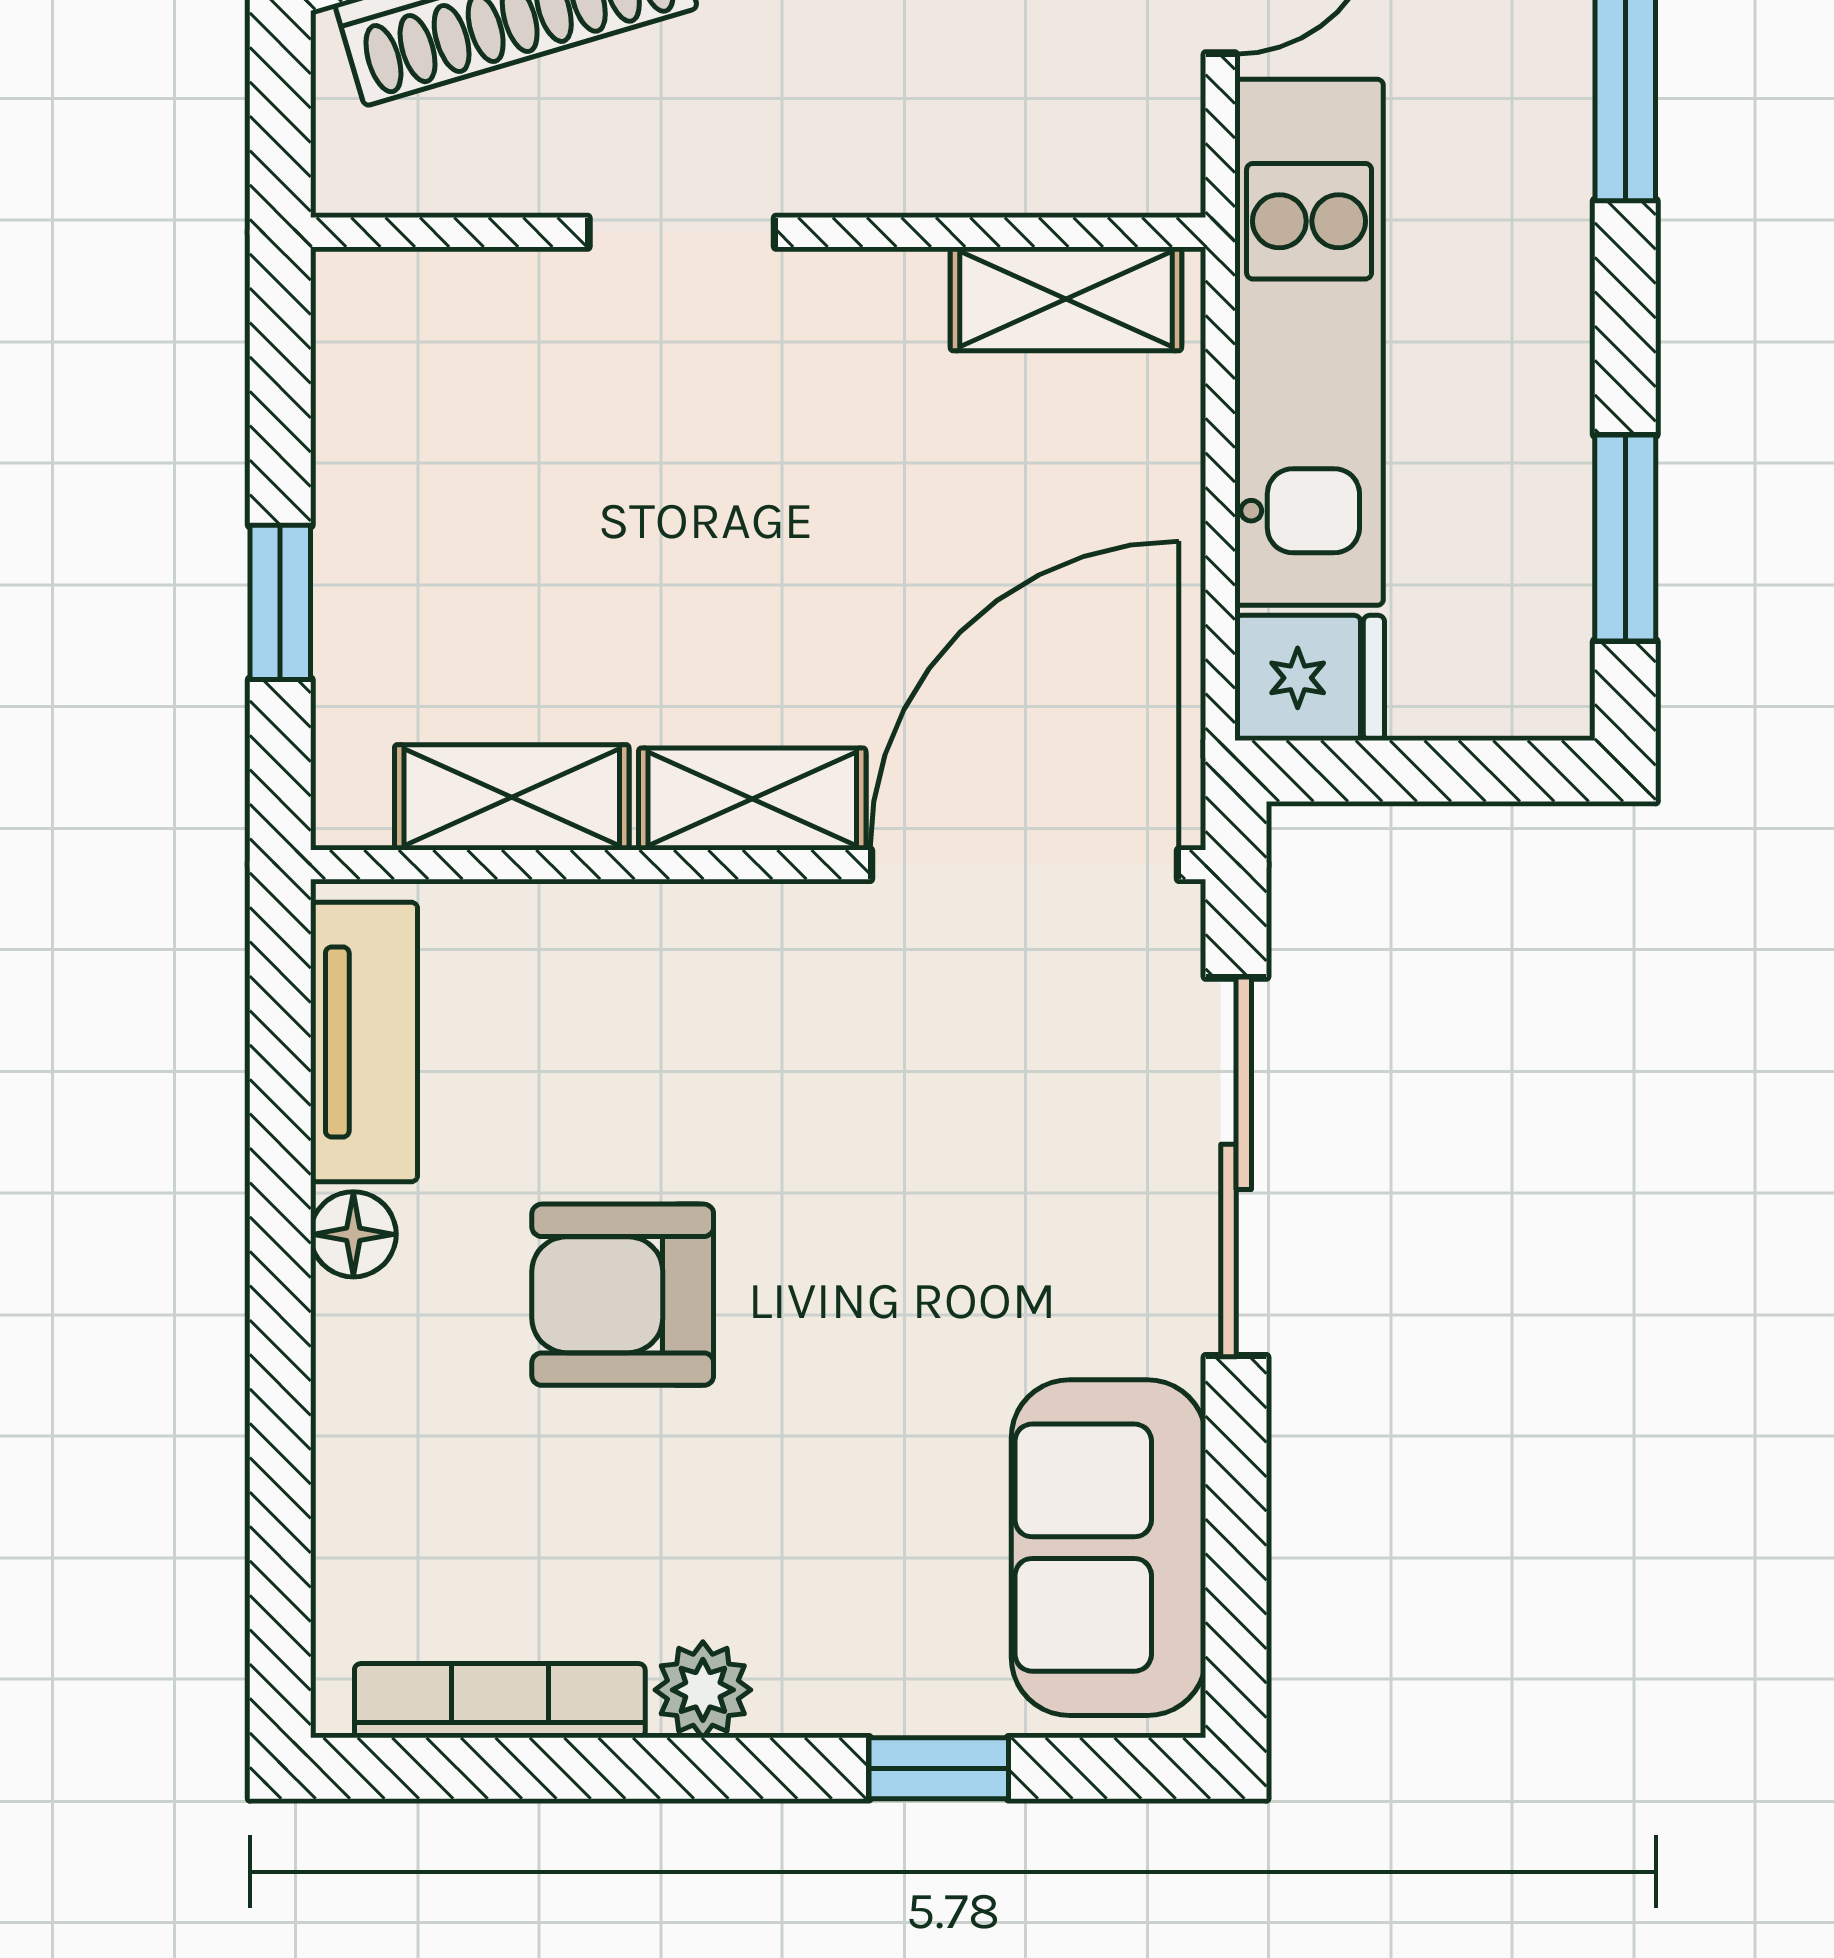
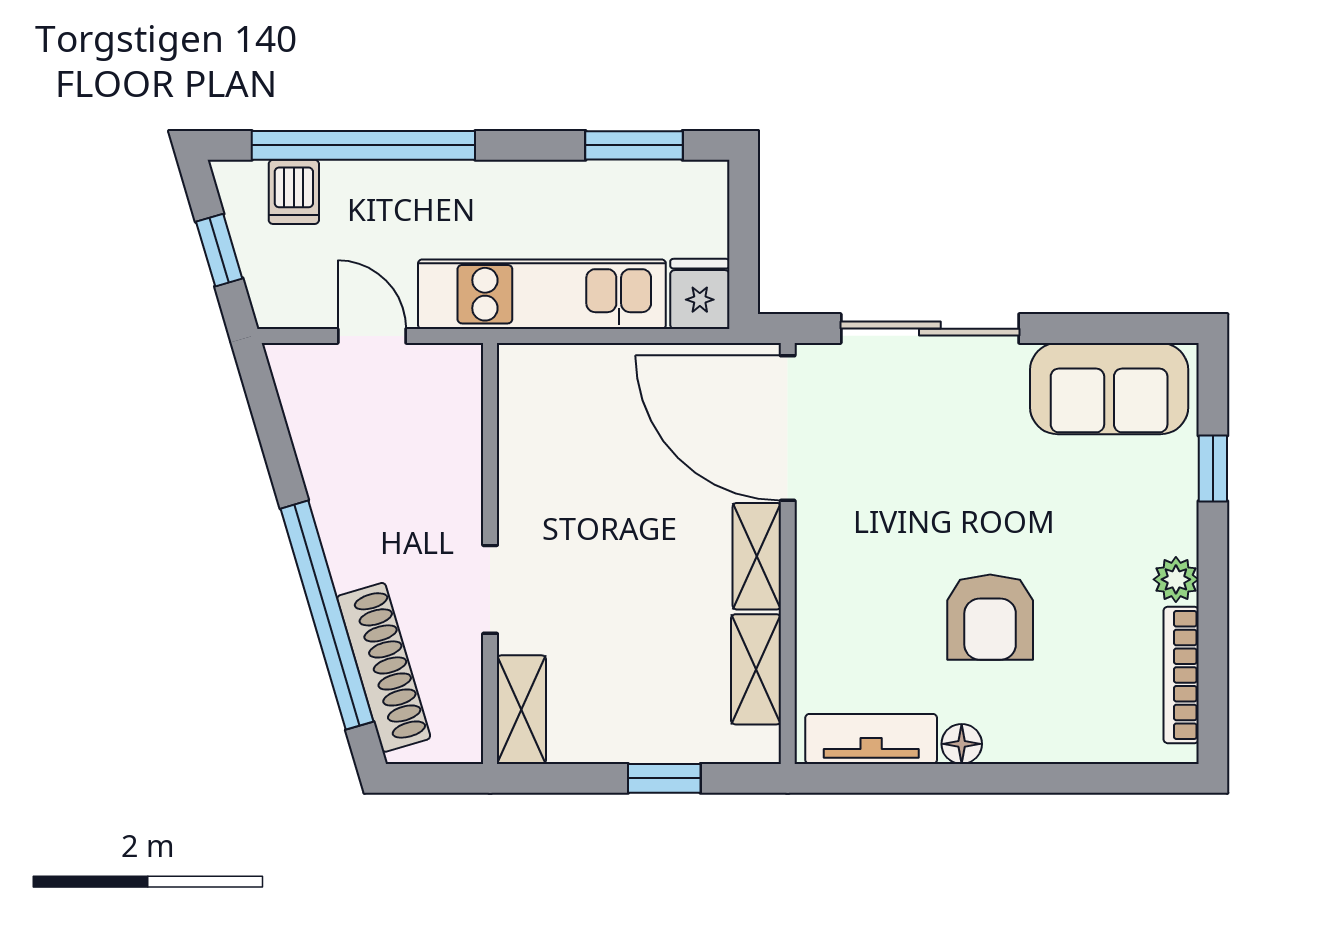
shelving: (1066, 299) -> (521, 710), moved

